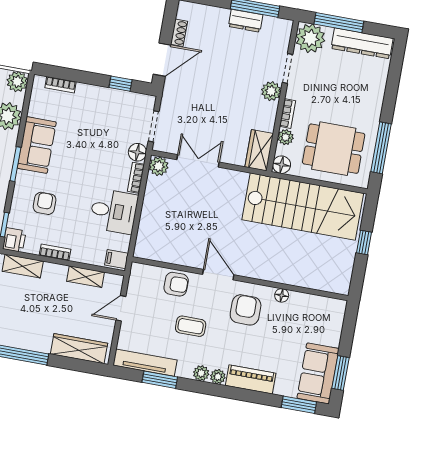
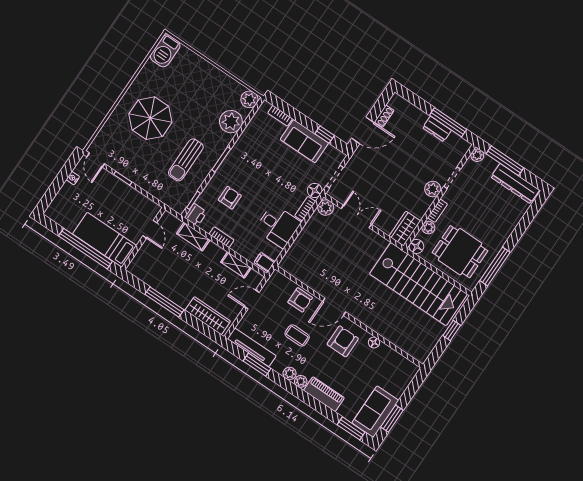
plant: (310, 38) -> (477, 155), width x0.53, depth x0.53
sofa: (37, 145) -> (304, 141), moved, turned 90
door: (218, 275) -> (334, 307), swing flipped

